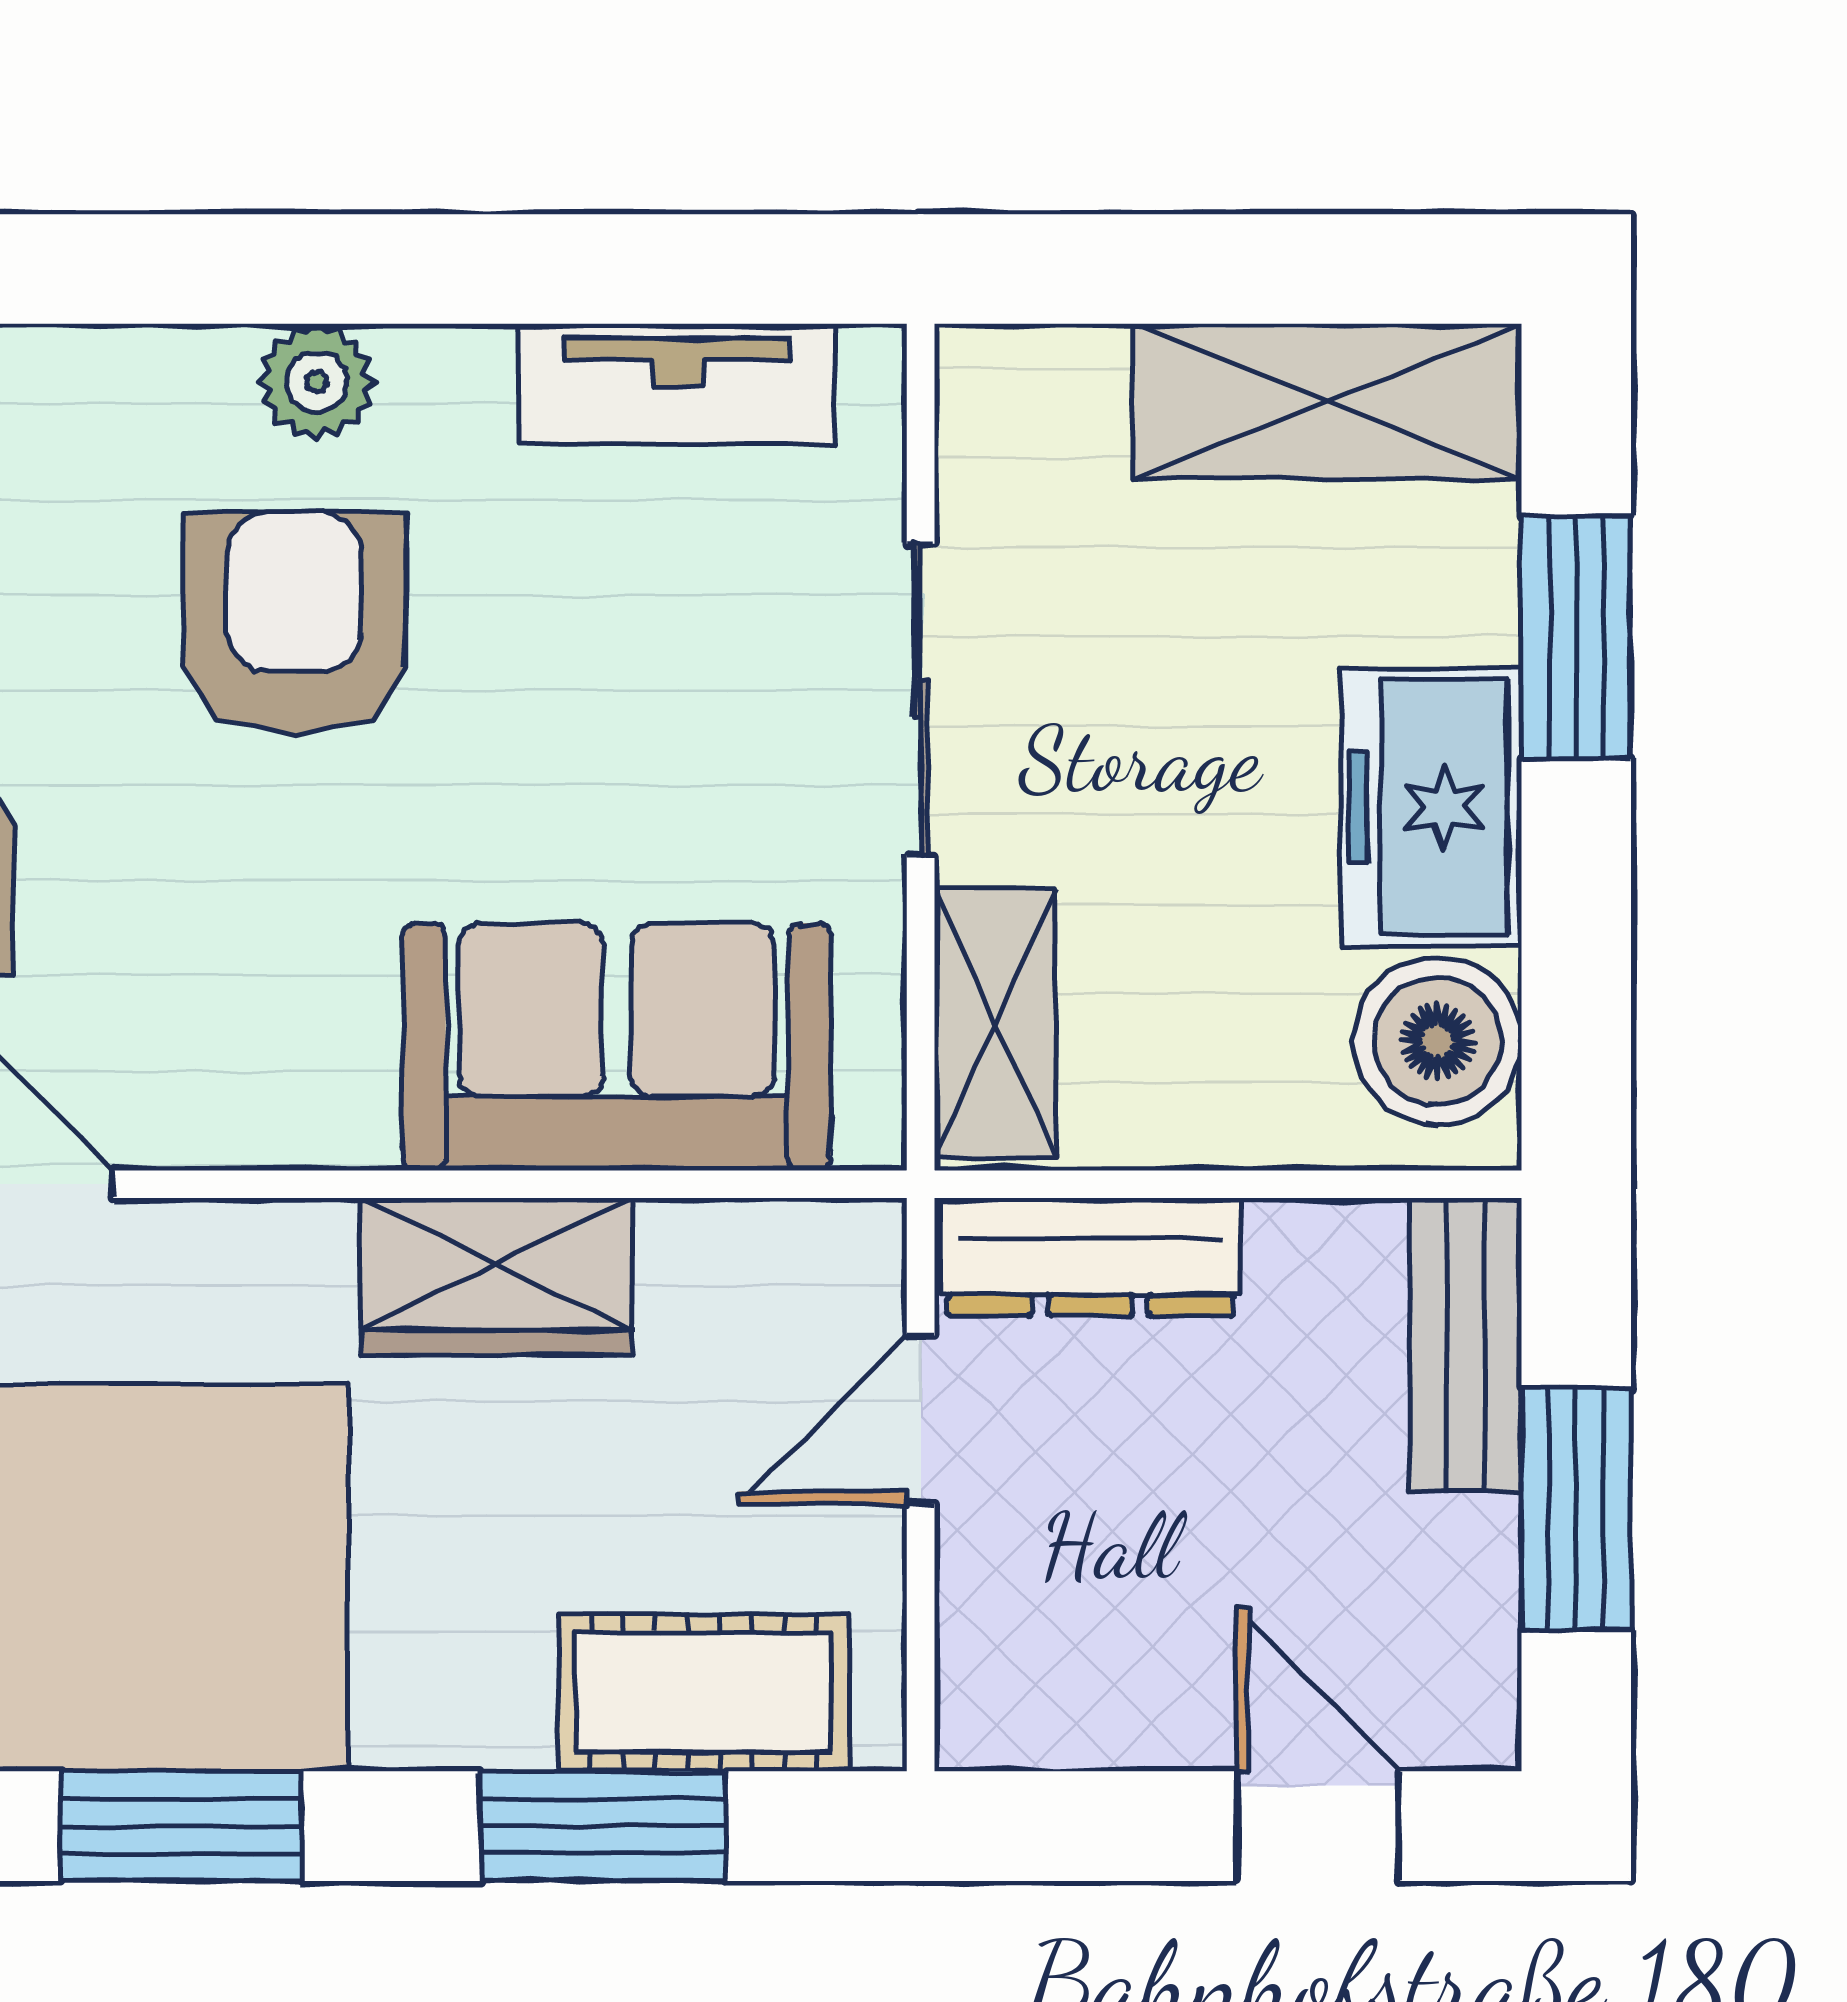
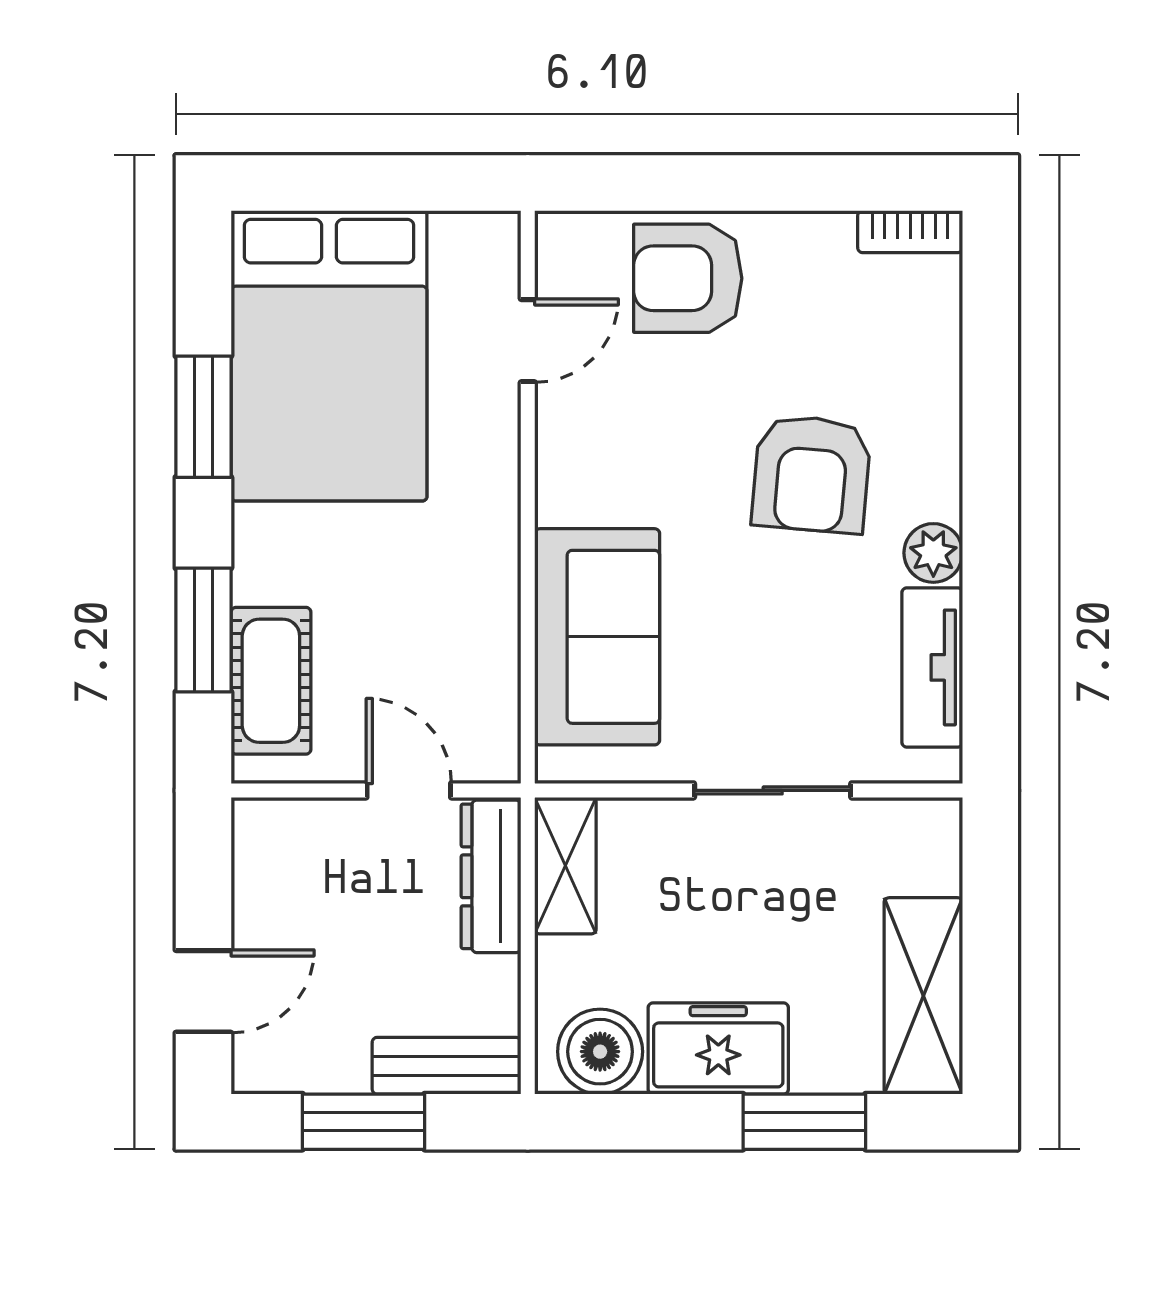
plant: (316, 382) -> (933, 553), moved
armchair: (294, 623) -> (811, 474), turned 95
shelving: (995, 1023) -> (565, 866), moved, turned 90
wardrobe: (496, 1276) -> (481, 576), removed

